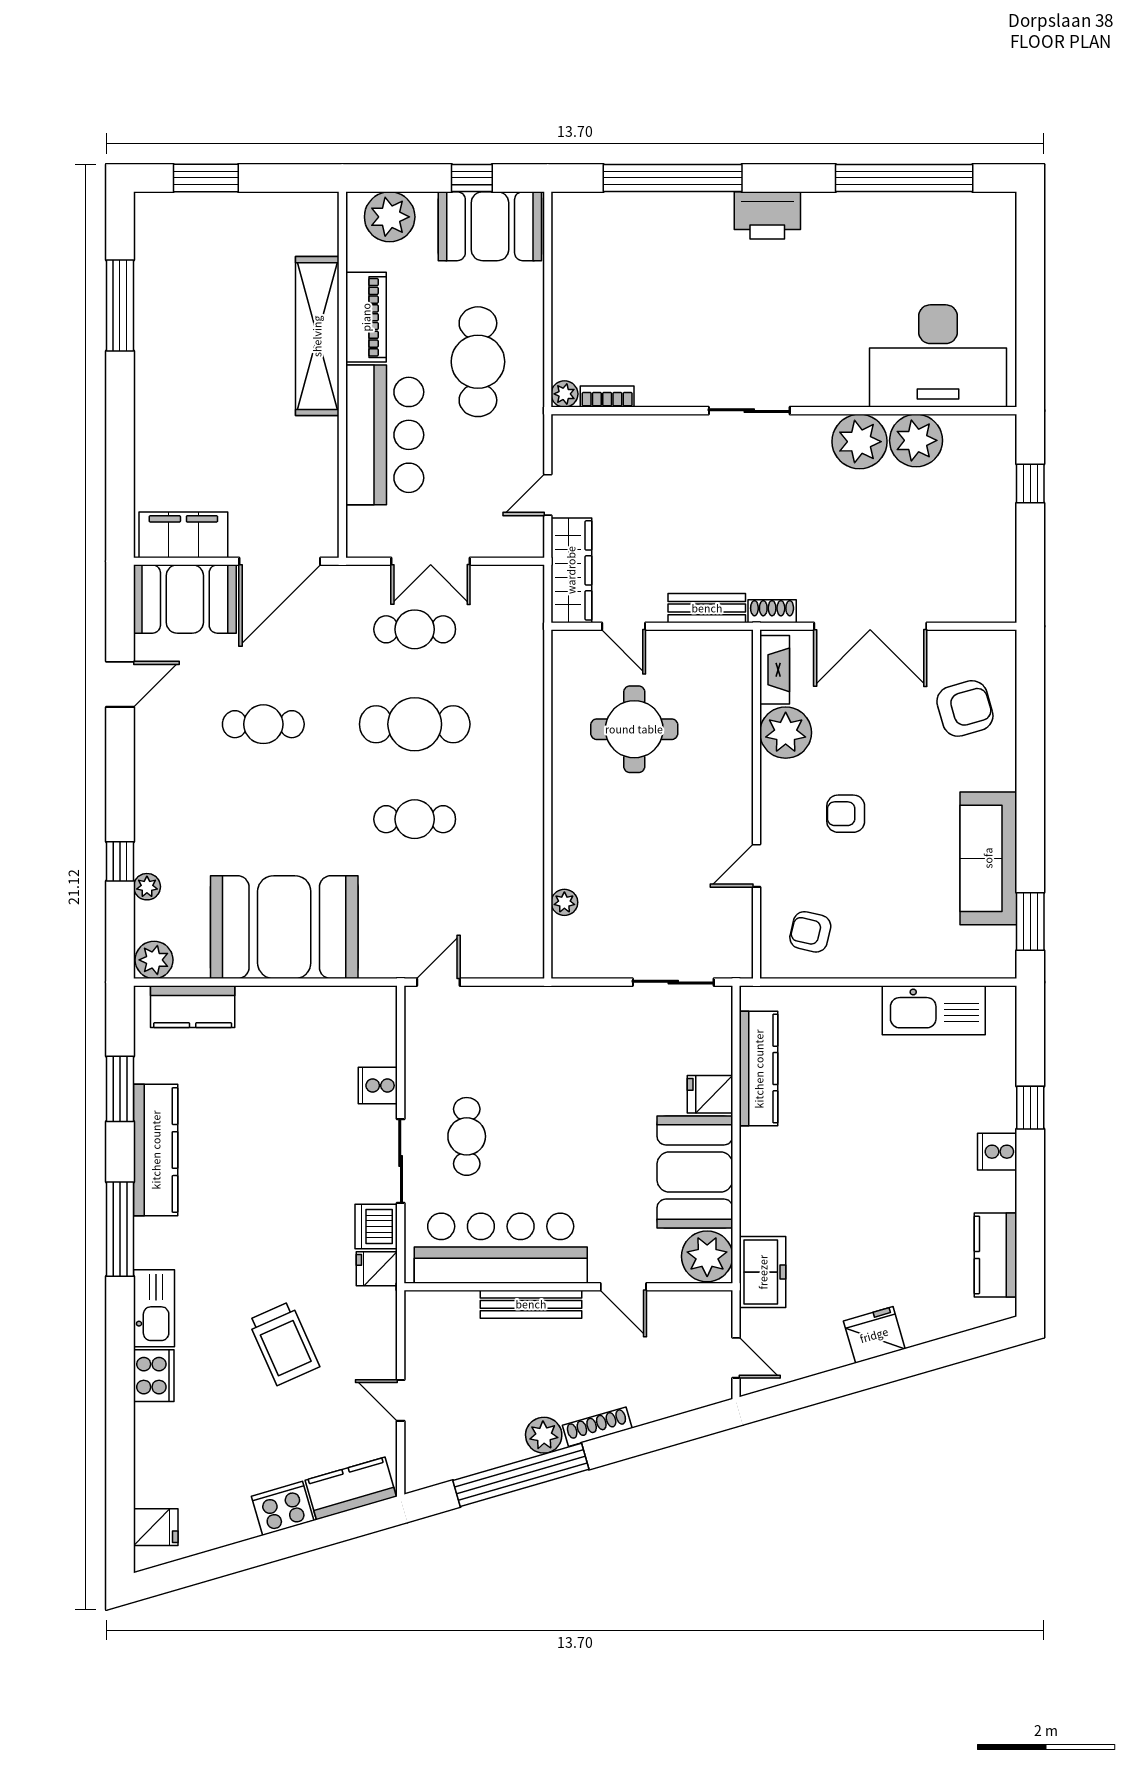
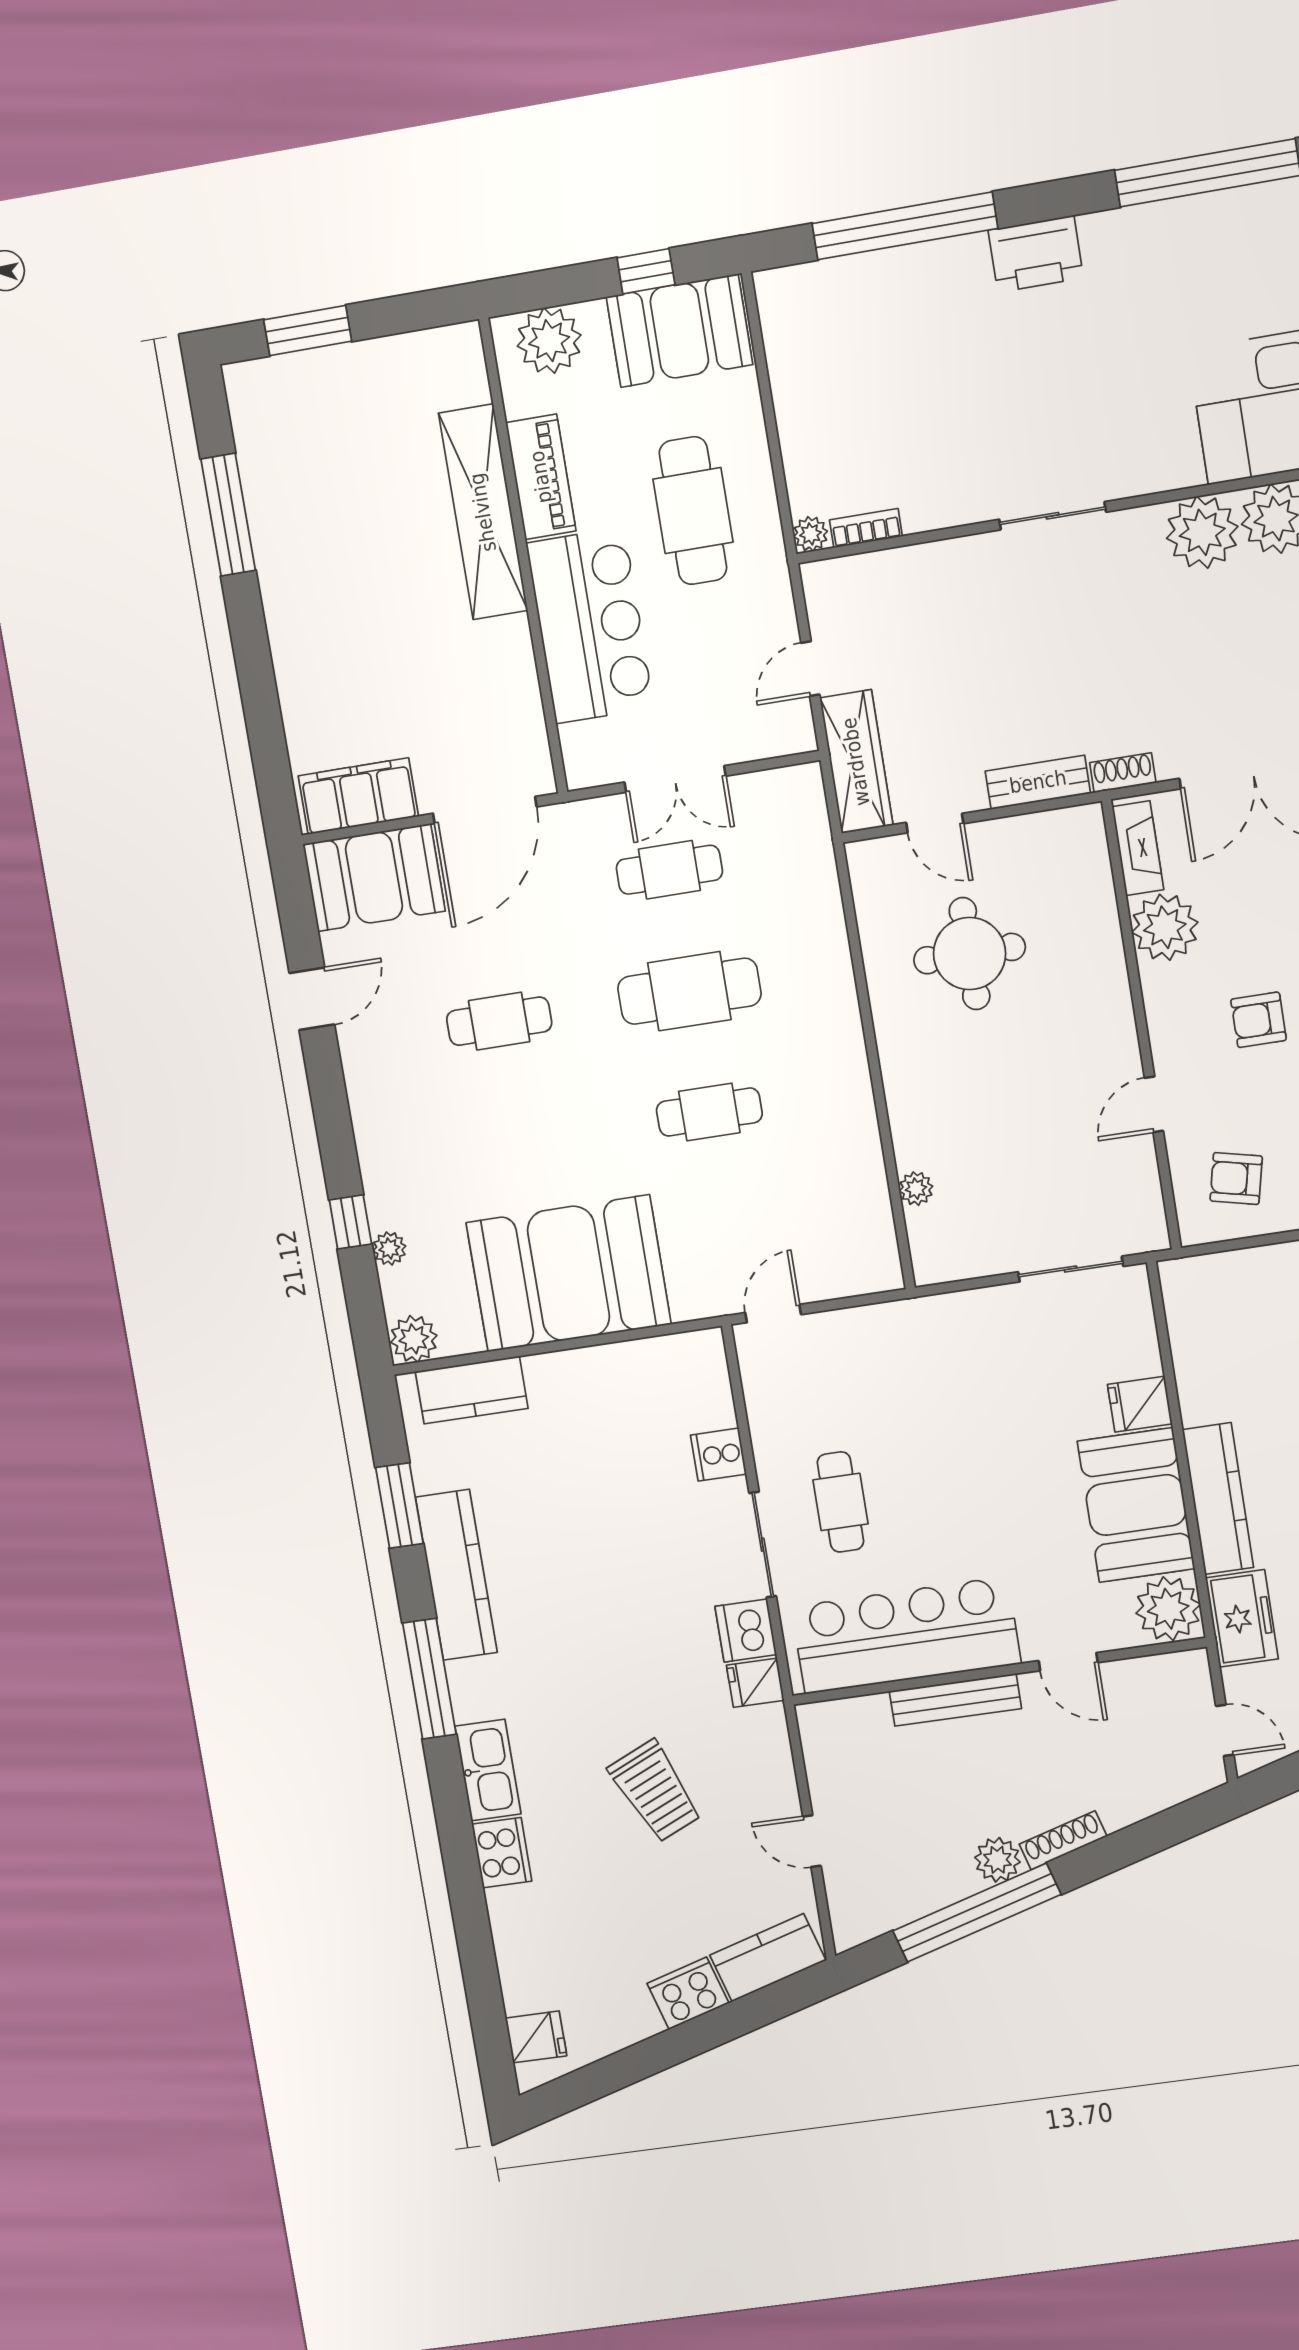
kitchen counter: (759, 1069) -> (1218, 1499), moved

